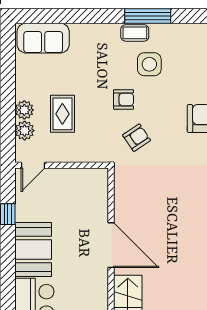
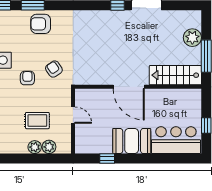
door: (33, 165) -> (73, 115), moved
door: (111, 245) -> (129, 87), swing flipped

